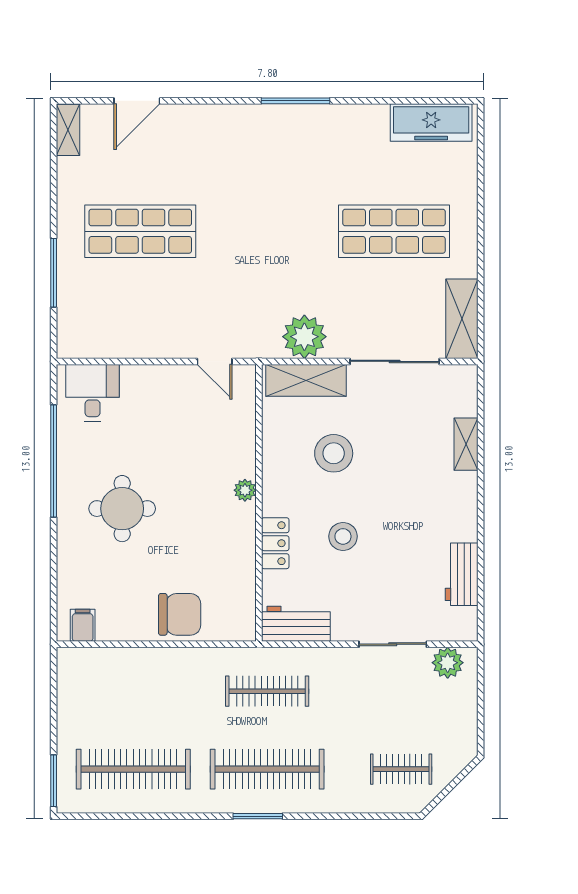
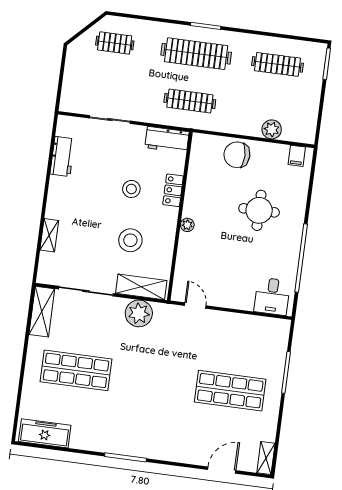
round table: (122, 509) -> (259, 210), moved
plant: (448, 663) -> (272, 129), moved
clothes rail: (133, 769) -> (277, 64), width x0.73, depth x0.76

